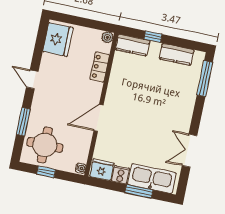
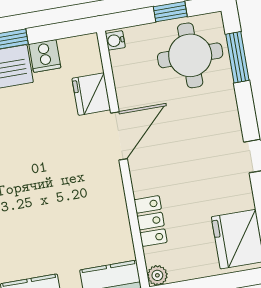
window: (23, 122) -> (237, 57), moved
fridge: (102, 170) -> (91, 94), moved, turned 90

